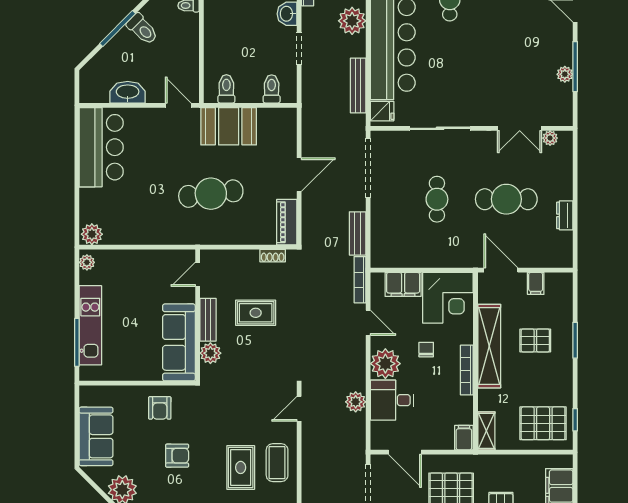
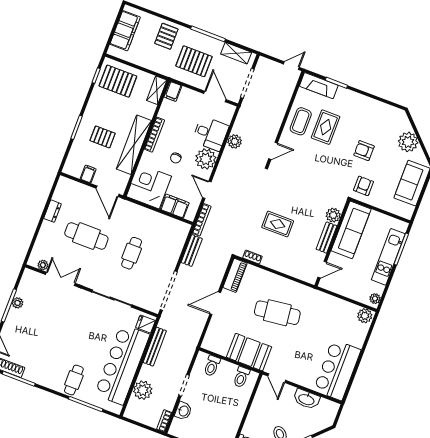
door: (198, 274) -> (322, 270), moved
wall: (198, 315) -> (332, 243), moved
bench: (208, 320) -> (327, 237), moved
sofa: (179, 342) -> (351, 230), moved
plant: (210, 353) -> (333, 215), moved

